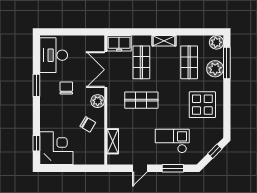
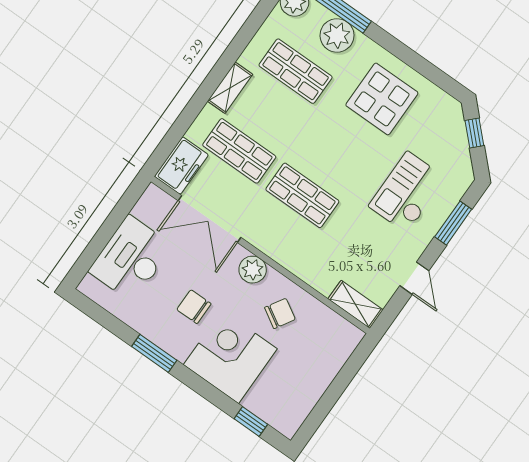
desk: (54, 55) -> (131, 259), moved, turned 90
shop shelf: (141, 100) -> (302, 195), turned 90
shelving: (113, 141) -> (356, 304), moved
corner desk: (56, 148) -> (230, 357), moved

